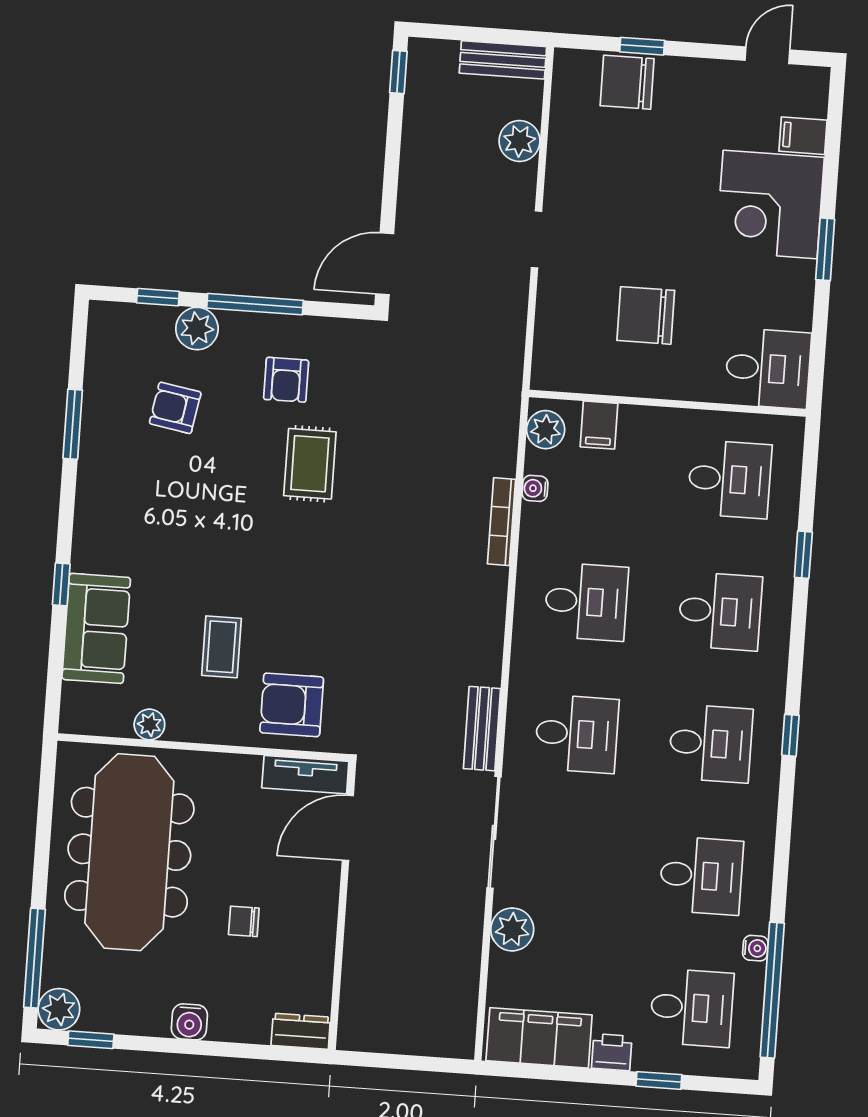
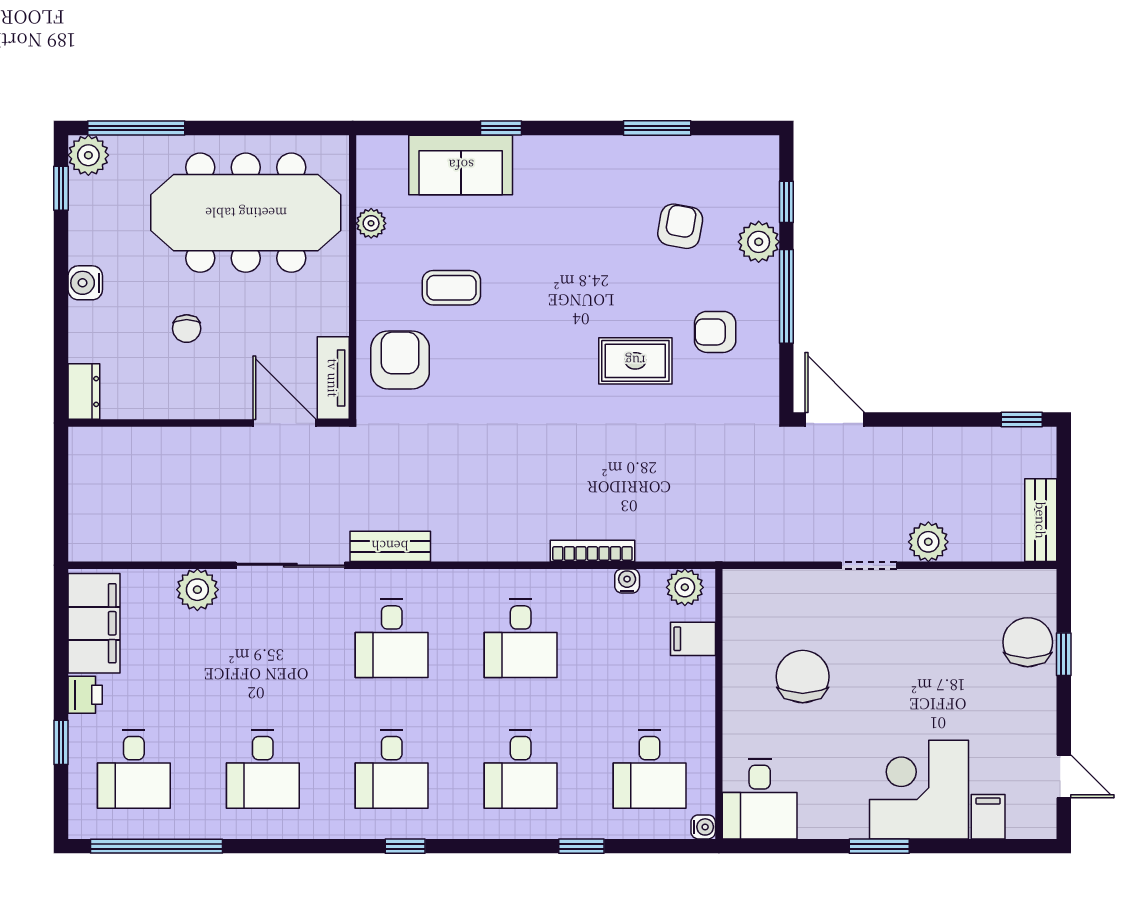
plant: (519, 141) -> (928, 542), moved
chair: (244, 921) -> (187, 329), turned 180
water cooler: (755, 948) -> (703, 827), moved, turned -90

